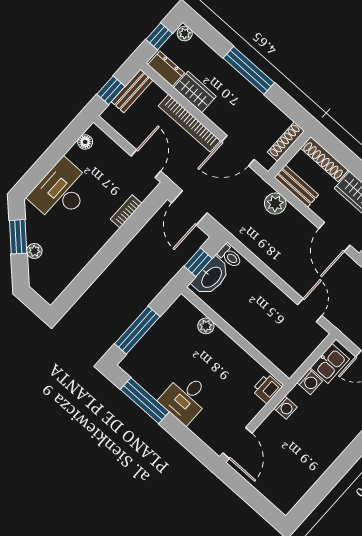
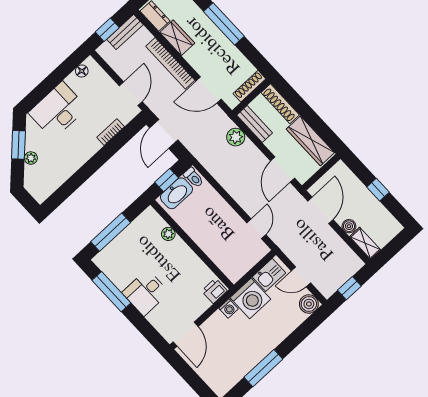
washing machine: (310, 382) -> (250, 298), width x1.89, depth x1.89
window: (333, 475) -> (263, 368), added

